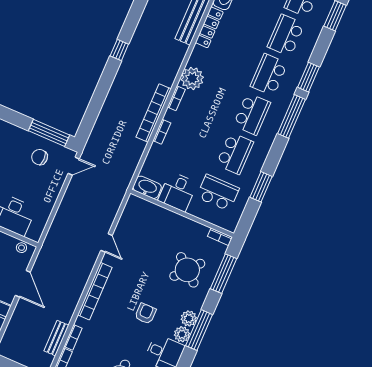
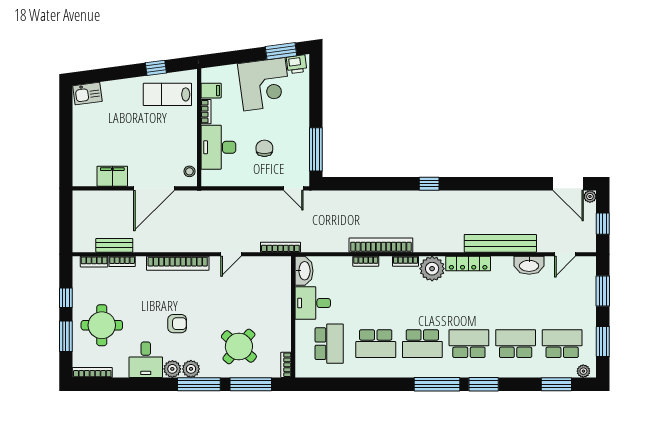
locker: (209, 27) -> (468, 264), moved
chair: (40, 157) -> (264, 148), moved
window: (261, 187) -> (354, 384), removed
bookcase: (119, 199) -> (280, 247), added
door: (23, 284) -> (154, 188), width x1.36
window: (199, 330) -> (199, 384), moved

